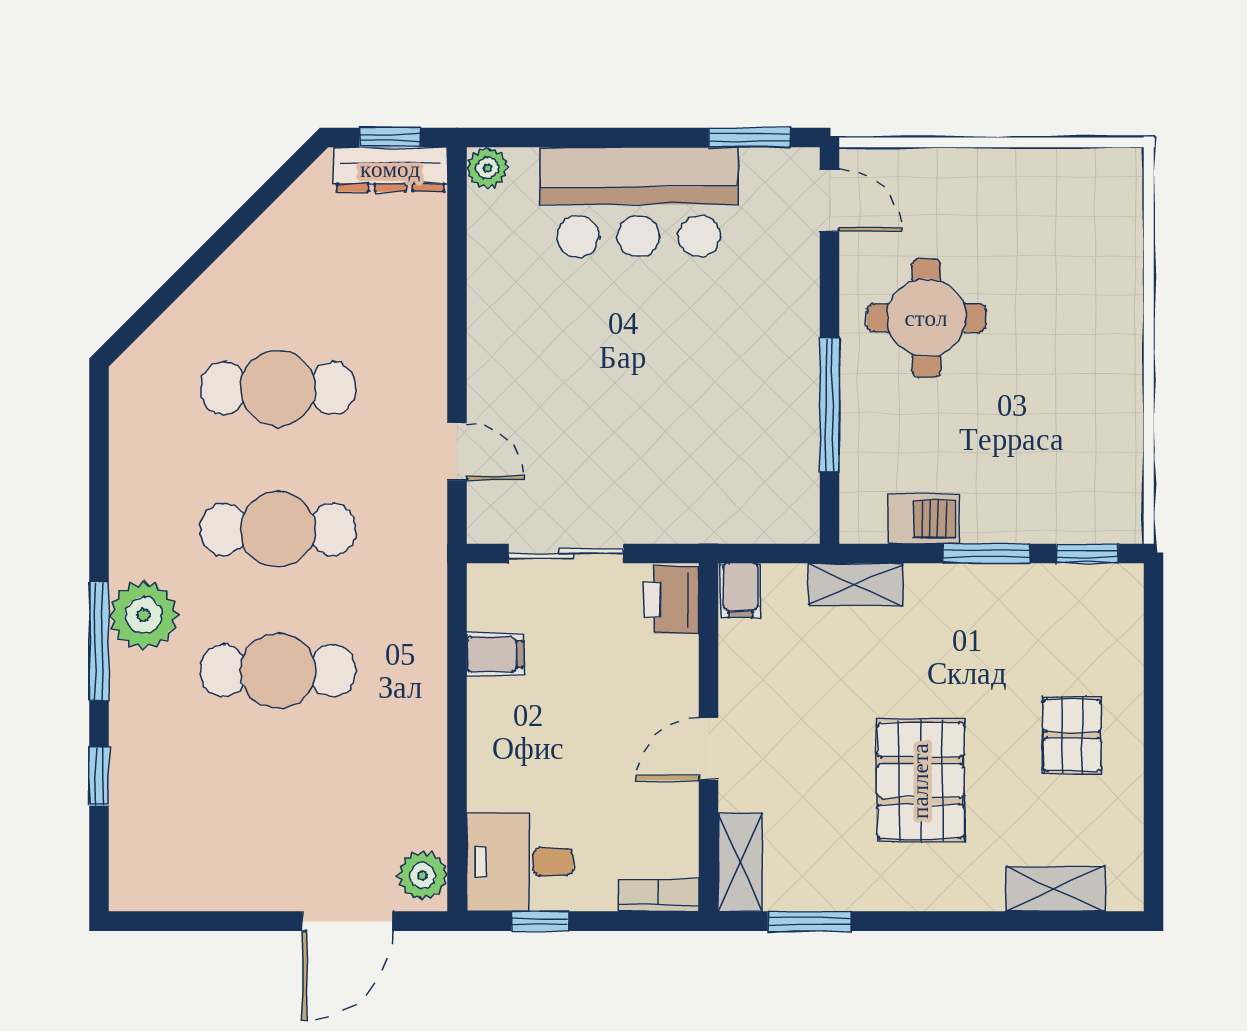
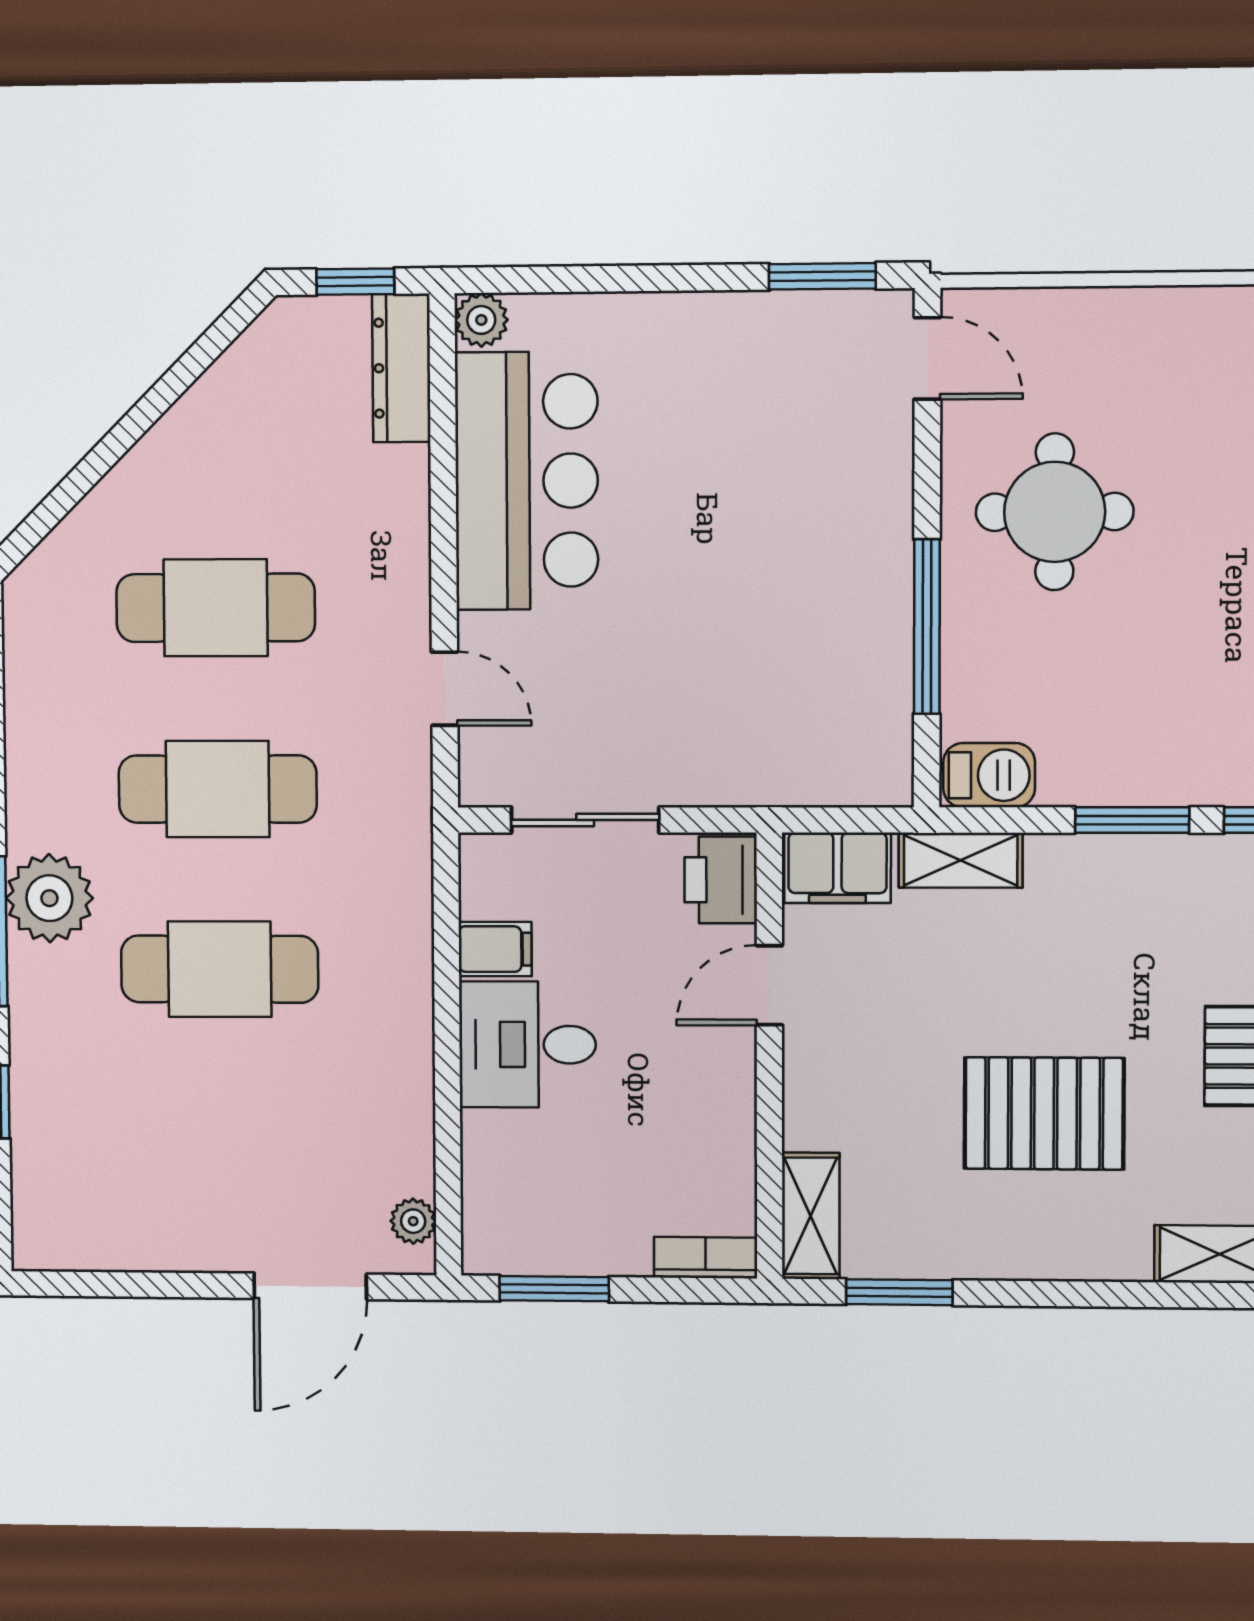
dresser: (390, 169) -> (401, 368), moved, turned 90
bar counter: (639, 202) -> (527, 481), moved, turned -90
barbecue: (924, 519) -> (989, 775), moved
filing cabinet: (741, 591) -> (837, 868), width x2.00
door: (709, 749) -> (769, 985), moved
pallet: (920, 781) -> (1044, 1113), turned 90
desk: (520, 862) -> (527, 1045), moved
plant: (422, 875) -> (413, 1221), width x0.73, depth x0.73
window: (540, 921) -> (554, 1289), width x1.50

